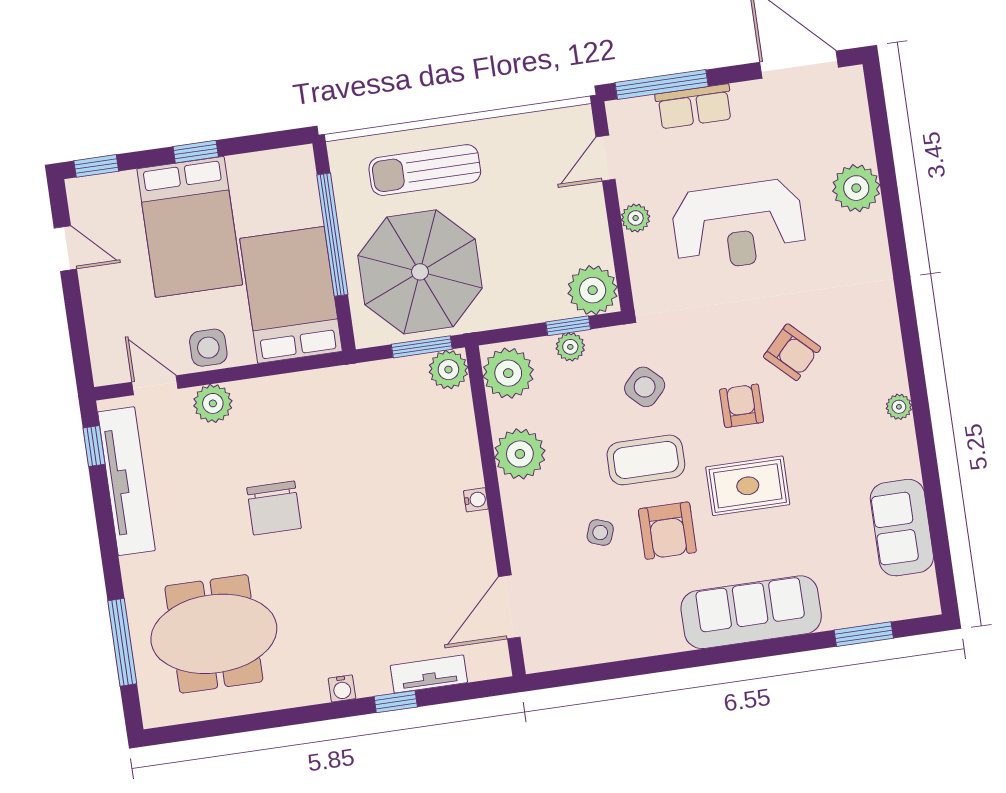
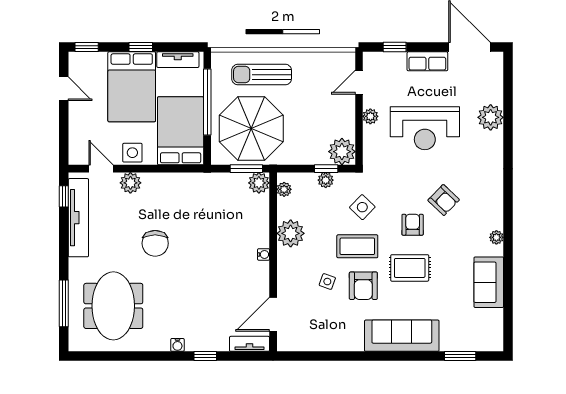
window: (662, 84) -> (395, 47), width x0.46
row of seats: (694, 106) -> (427, 61), moved
tv unit: (267, 165) -> (178, 60), added
plant: (508, 373) -> (284, 189), width x0.53, depth x0.53
sofa: (902, 528) -> (489, 282), moved
meeting table: (214, 634) -> (113, 306), turned 90
tv unit: (429, 674) -> (249, 344), moved

